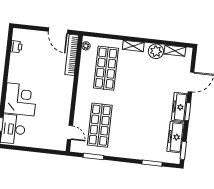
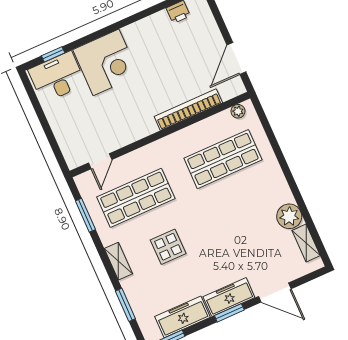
shelving: (133, 46) -> (118, 261), moved
bookcase: (72, 55) -> (188, 110), moved
display table: (135, 123) -> (168, 247), added

